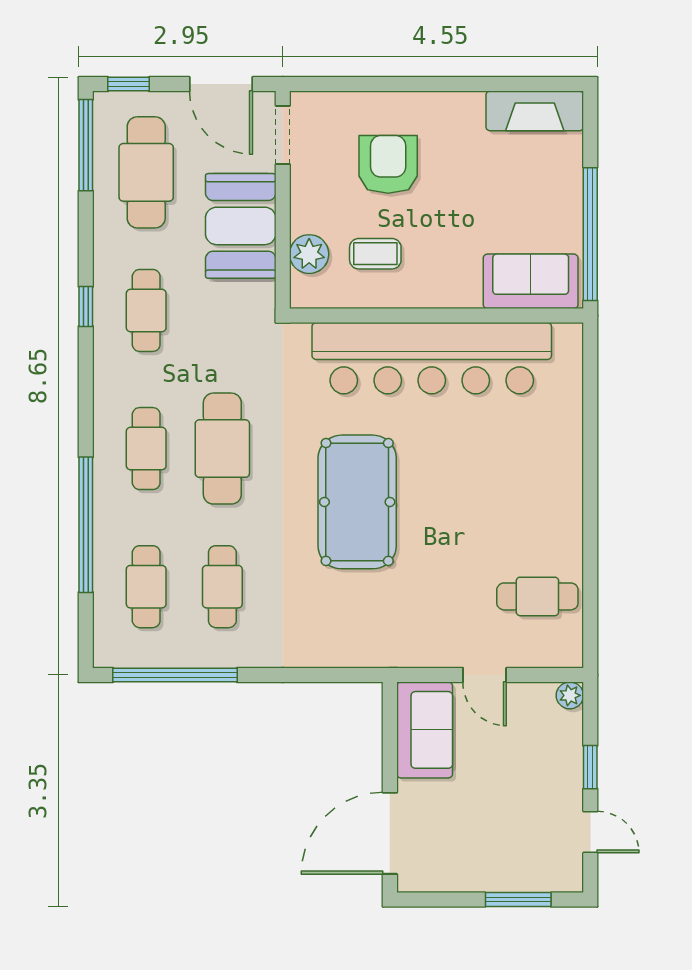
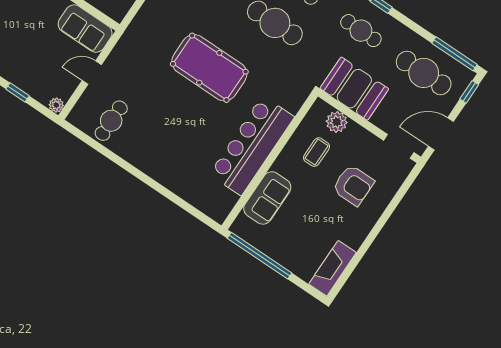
booth: (241, 226) -> (354, 89), moved
sofa: (531, 281) -> (267, 198), moved
bar counter: (432, 358) -> (252, 146), width x0.73

